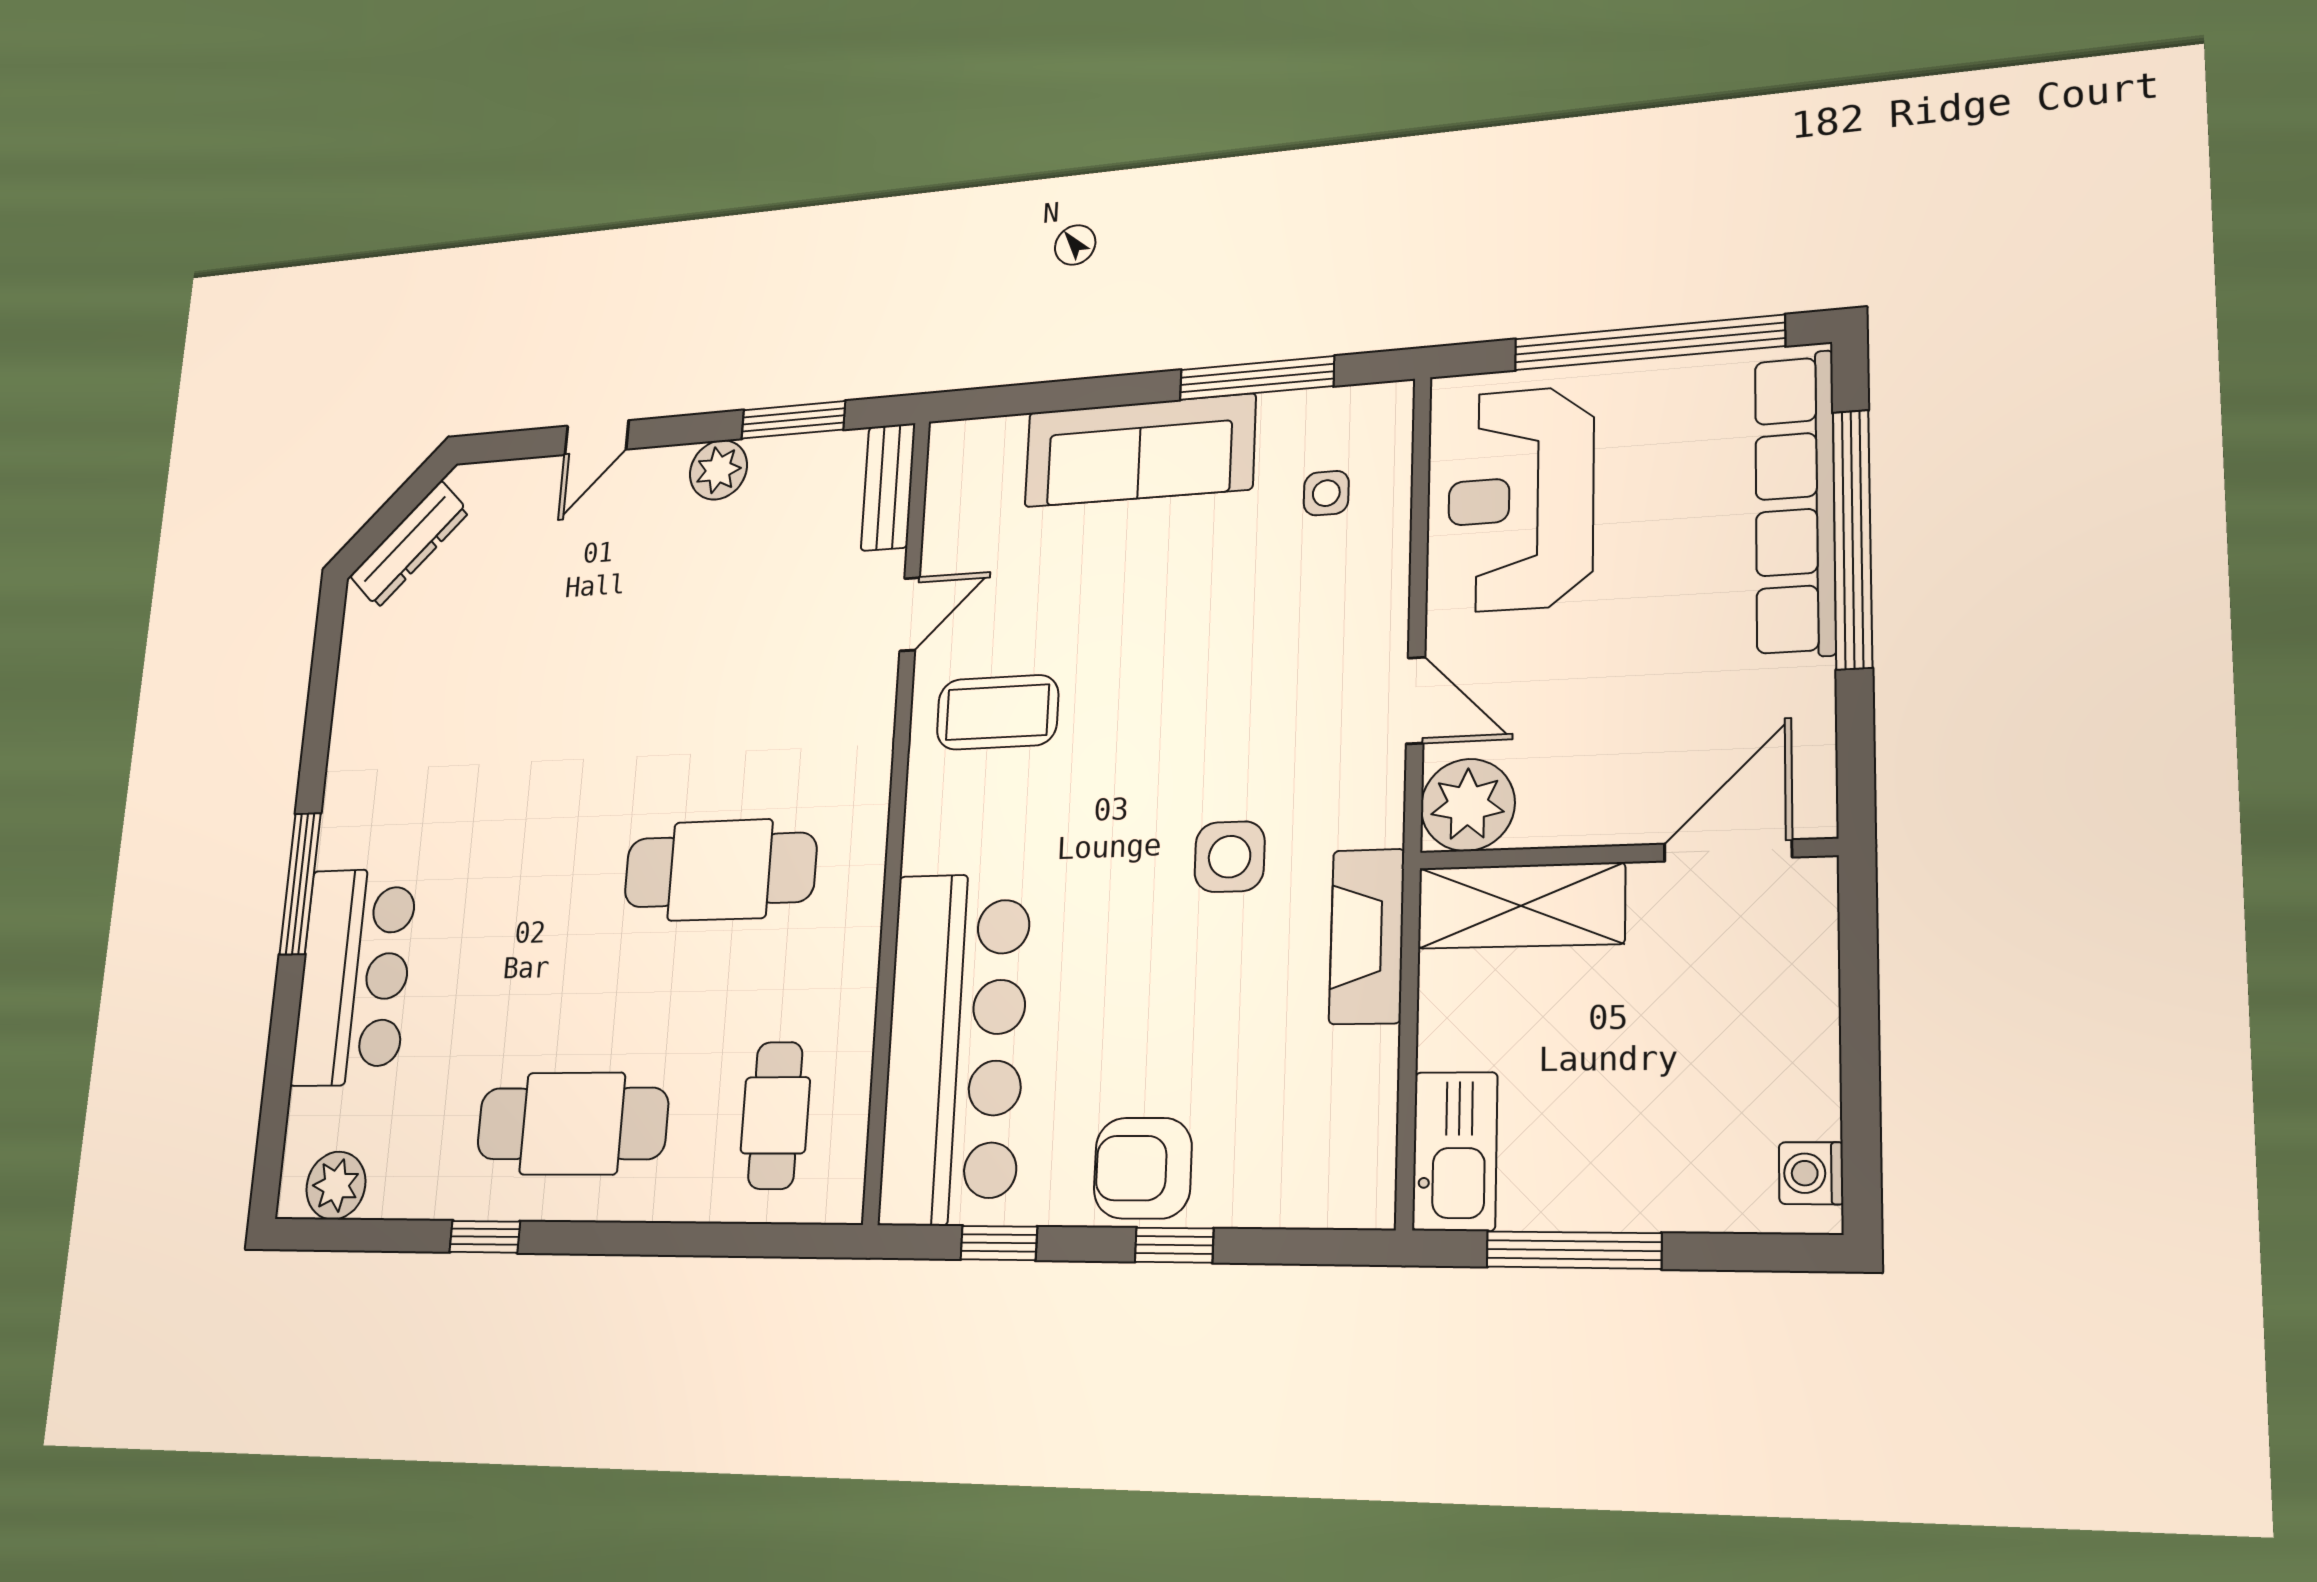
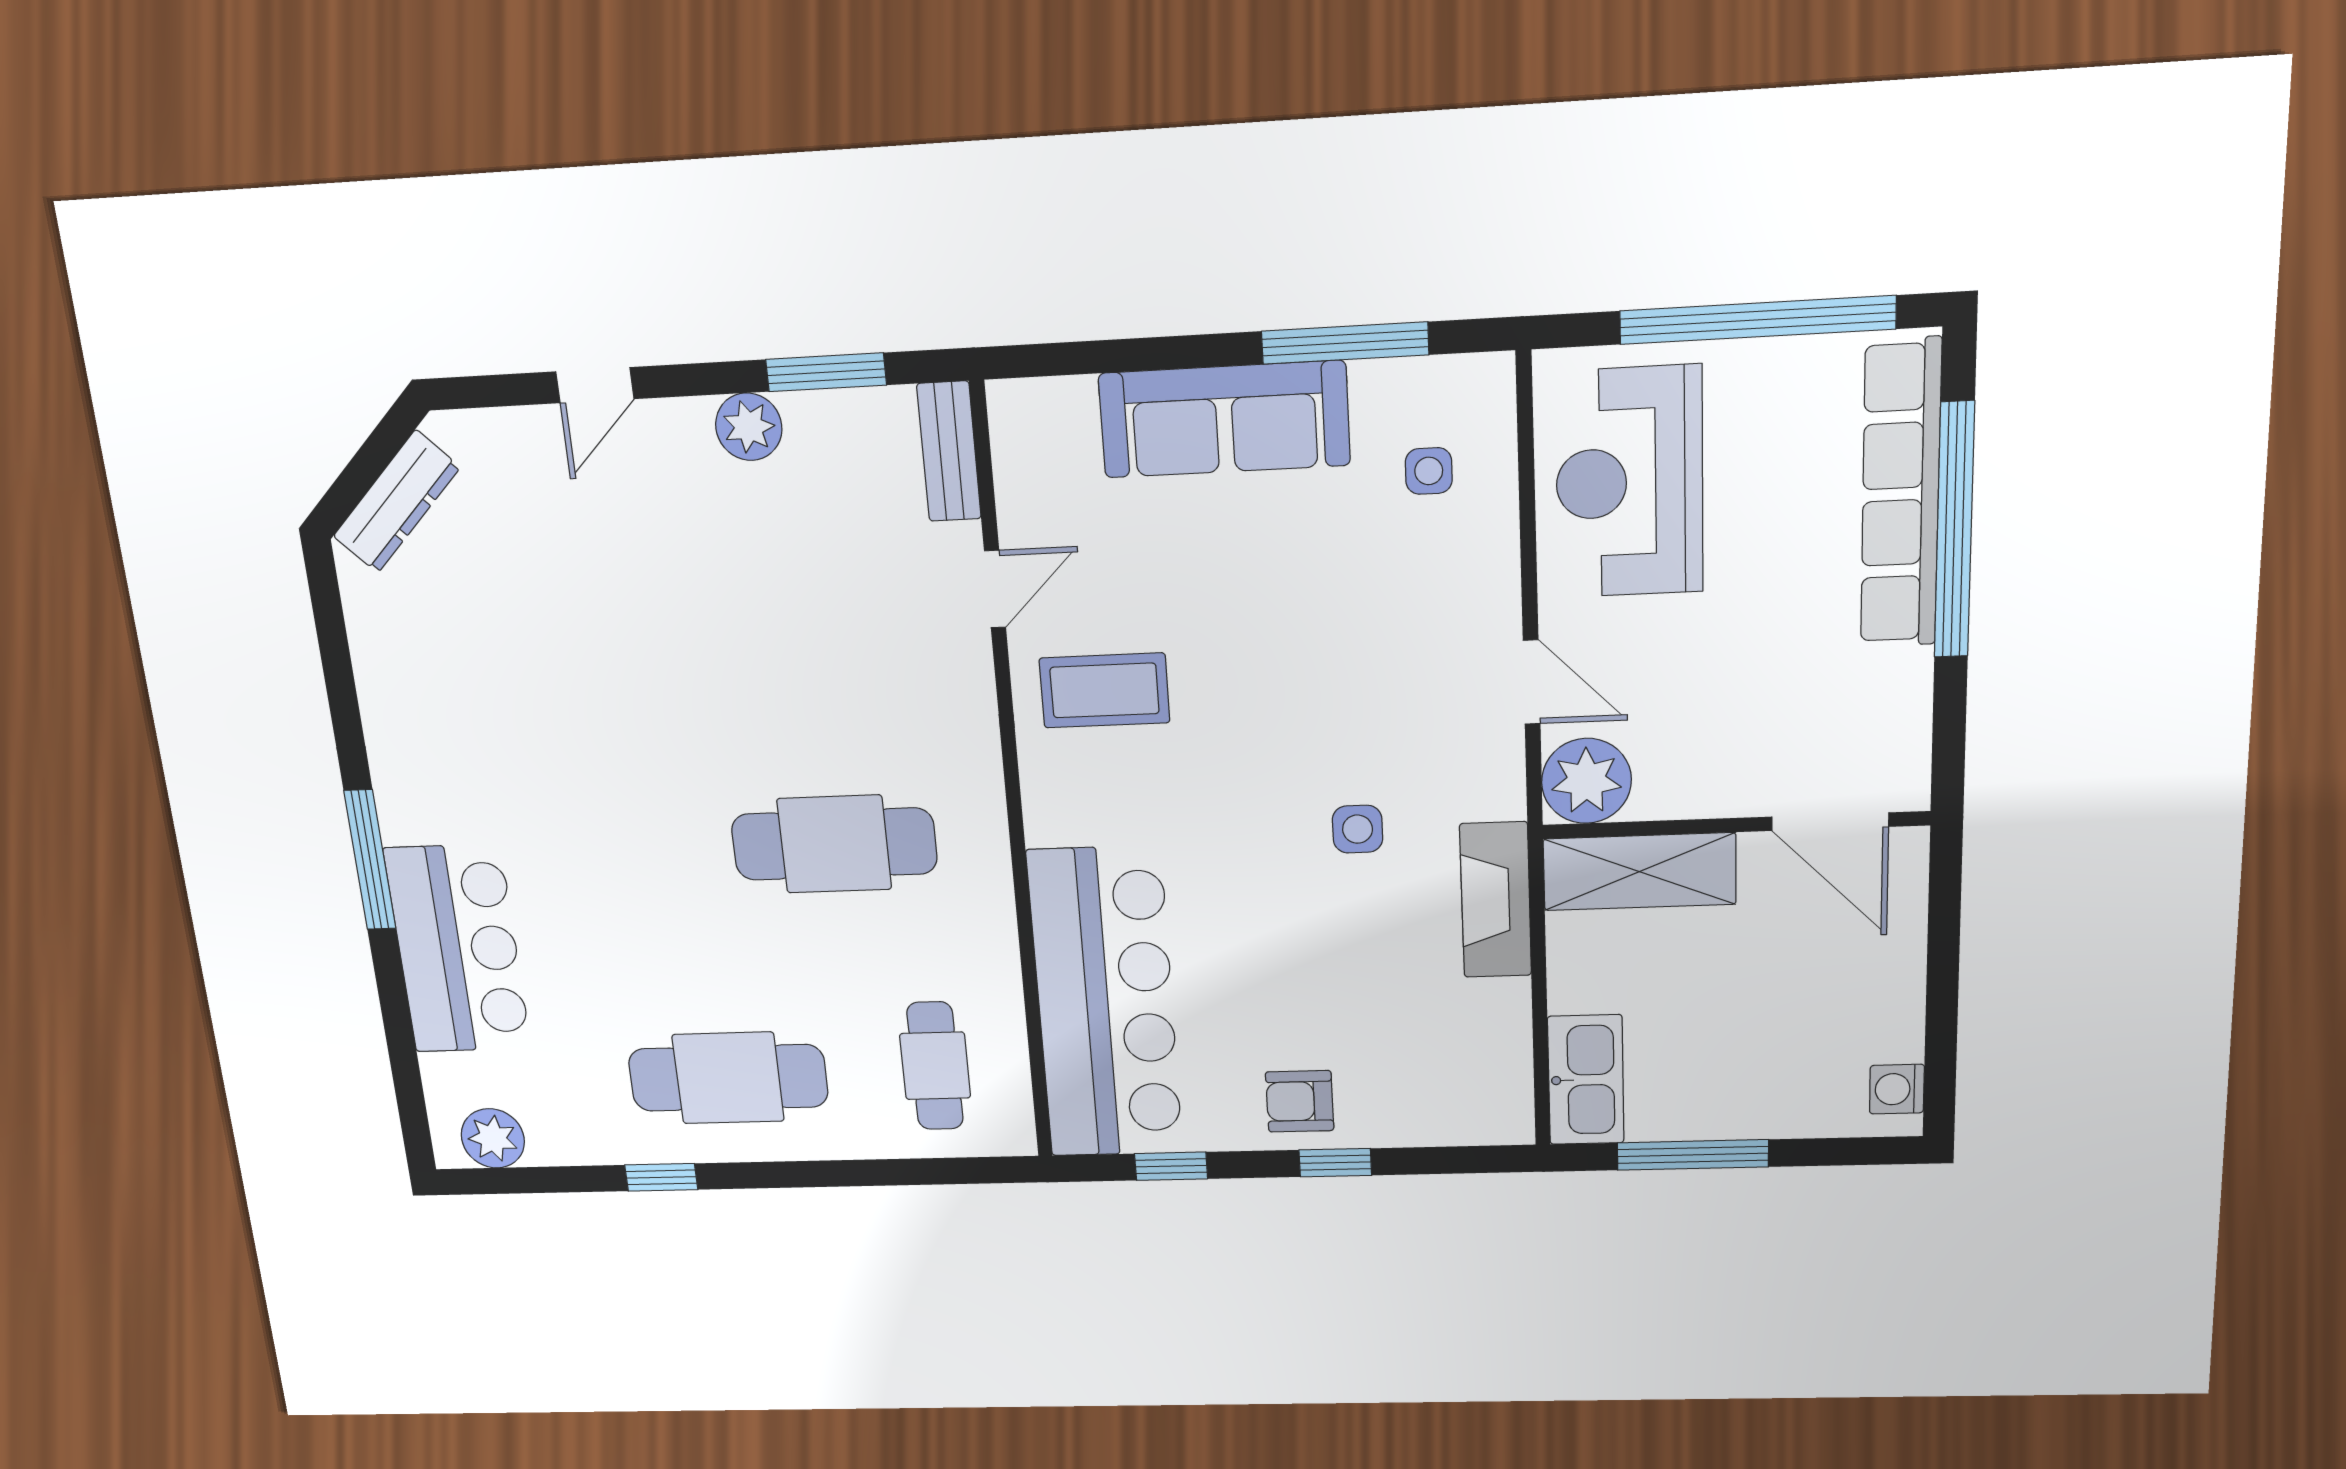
door: (1728, 851) -> (1830, 822), swing flipped
side table: (1230, 857) -> (1358, 829), width x0.73, depth x0.73
armchair: (1143, 1168) -> (1300, 1101), width x0.72, depth x0.72

